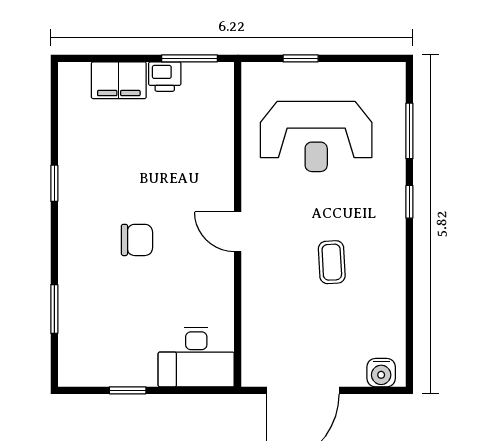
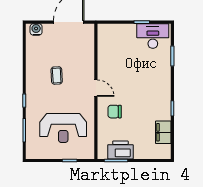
printer: (165, 77) -> (120, 150), width x1.87, depth x1.48
filing cabinet: (119, 80) -> (163, 132), moved, turned -90
reception desk: (316, 136) -> (63, 128), turned 180
chair: (137, 240) -> (115, 112), moved
desk: (196, 357) -> (153, 36), moved

